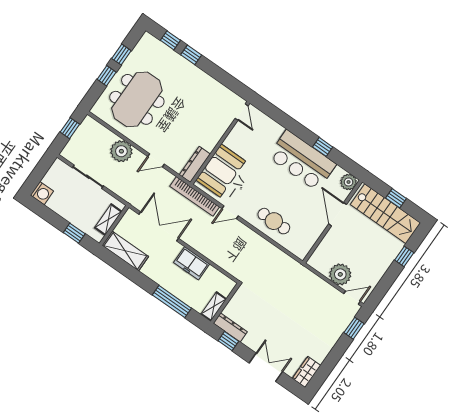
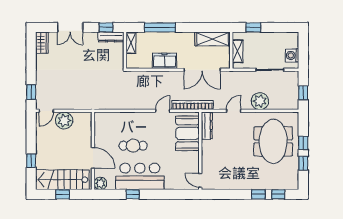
washing machine: (42, 193) -> (292, 55), moved
cafe table: (274, 221) -> (133, 146), moved

